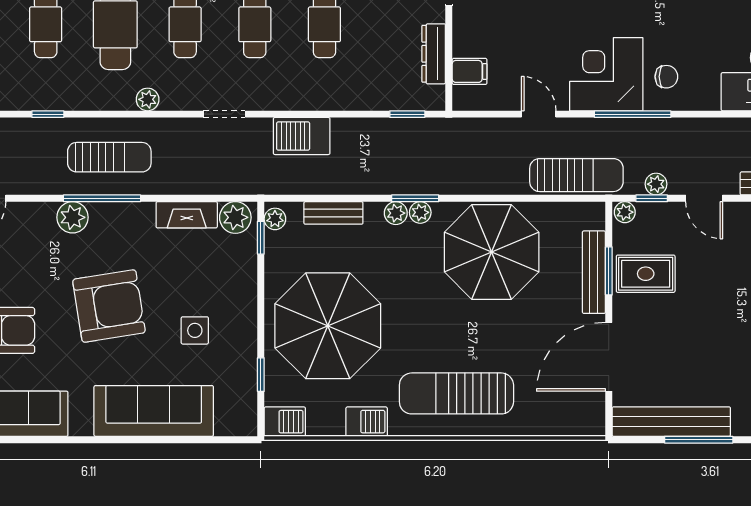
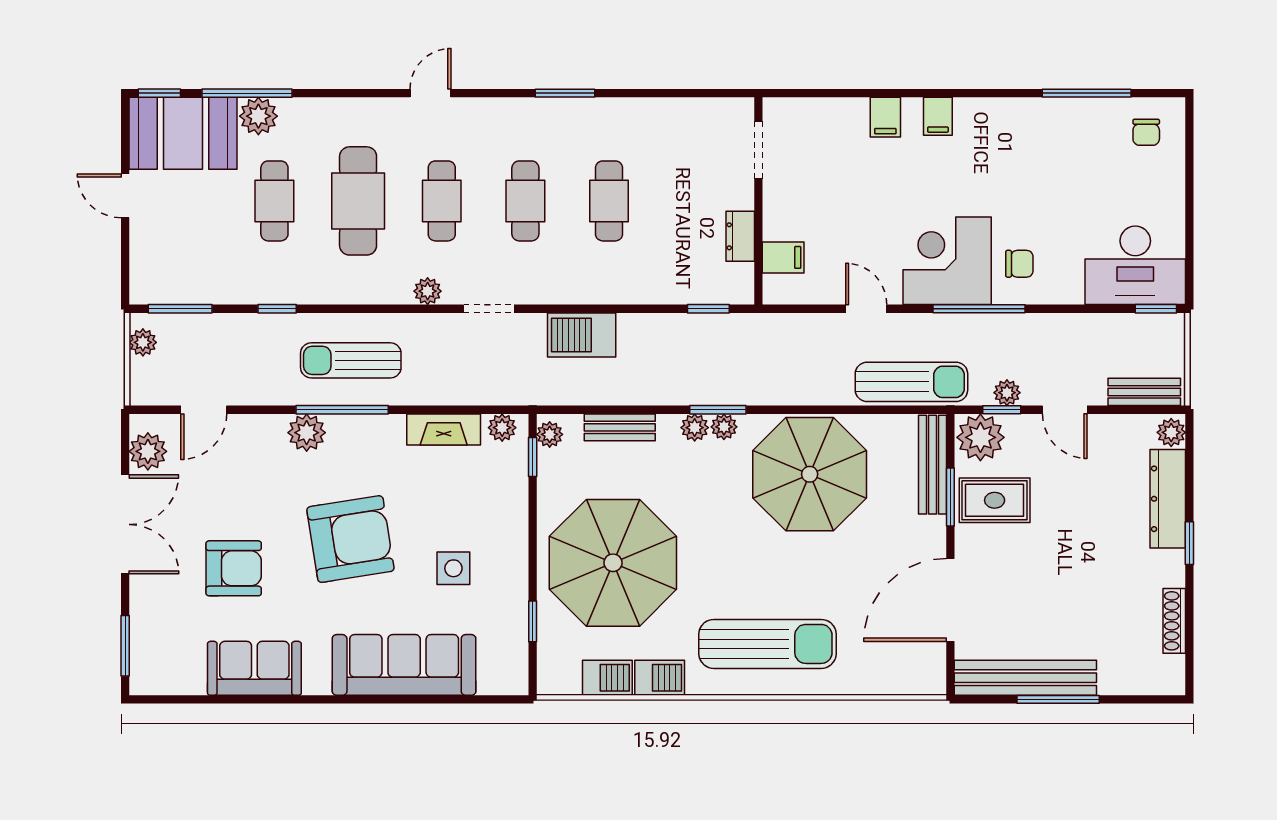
dresser: (434, 54) -> (740, 236), width x0.70
plant: (148, 99) -> (428, 291), moved
sun lounger: (109, 157) -> (351, 360), turned 180
plant: (625, 212) -> (980, 437), width x1.88, depth x1.88
plant: (235, 217) -> (502, 428), width x0.73, depth x0.73
bench: (594, 272) -> (932, 465), moved
sun lounger: (456, 393) -> (768, 644), turned 180
barbecue: (285, 422) -> (607, 678), moved

